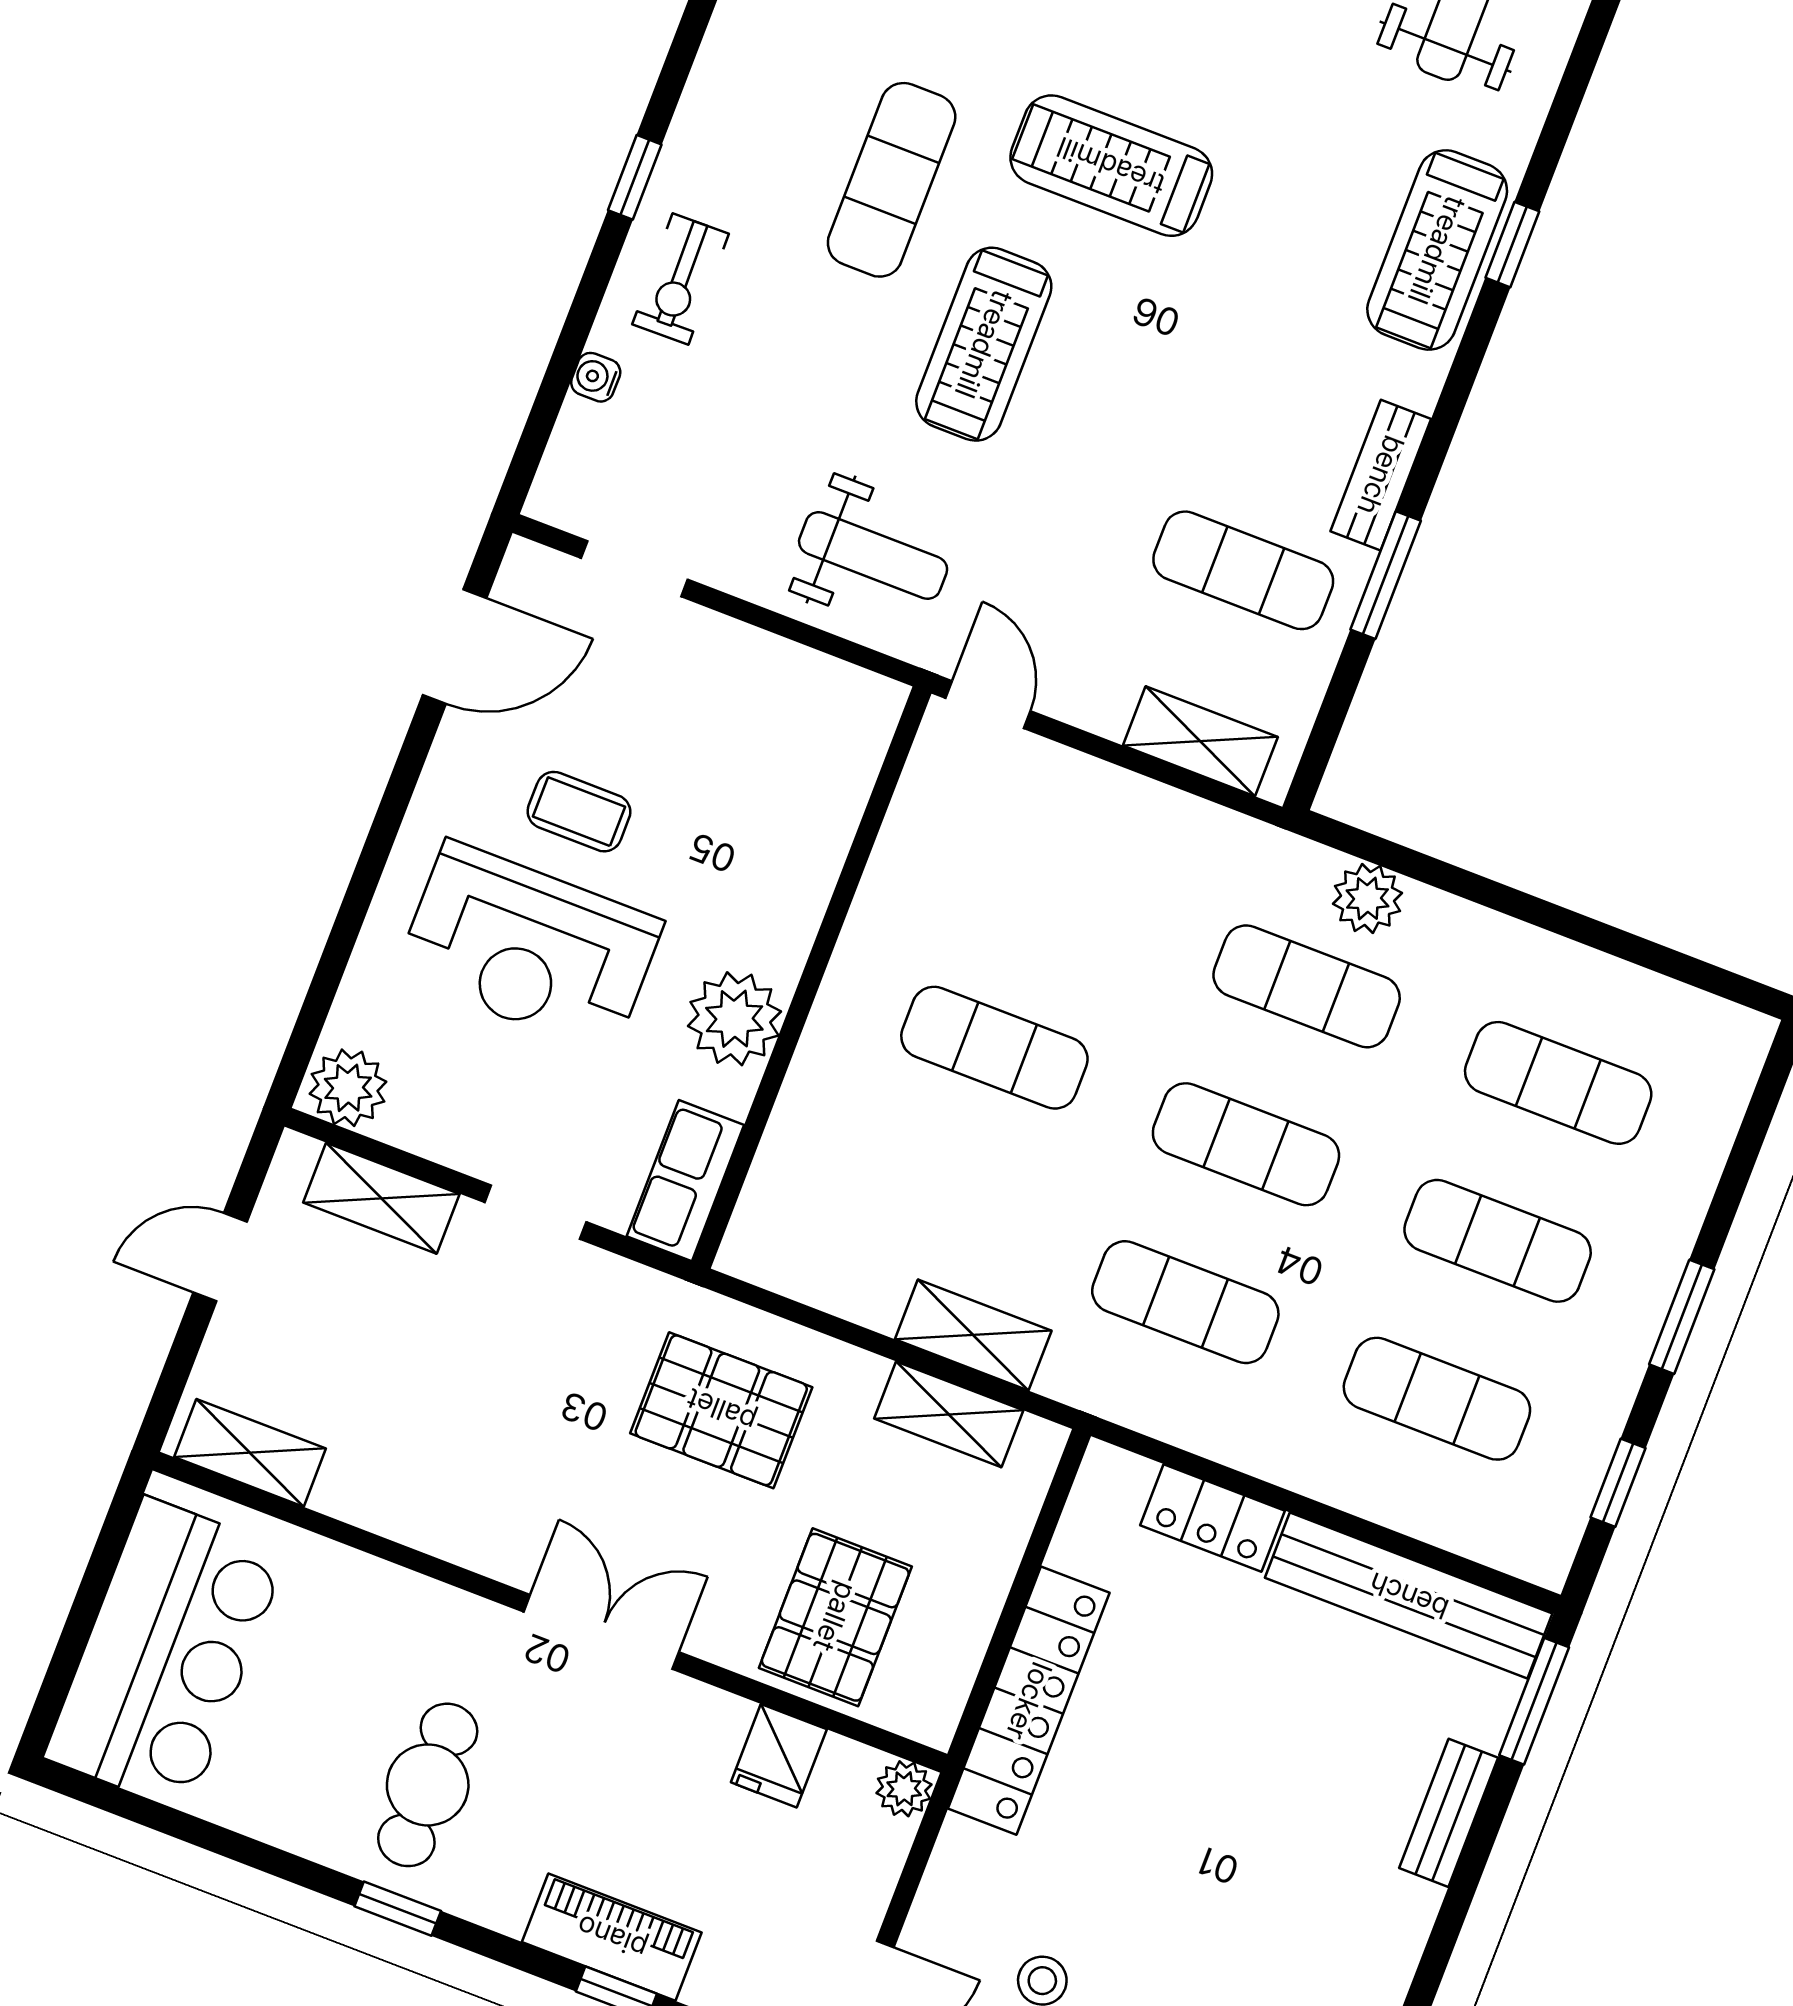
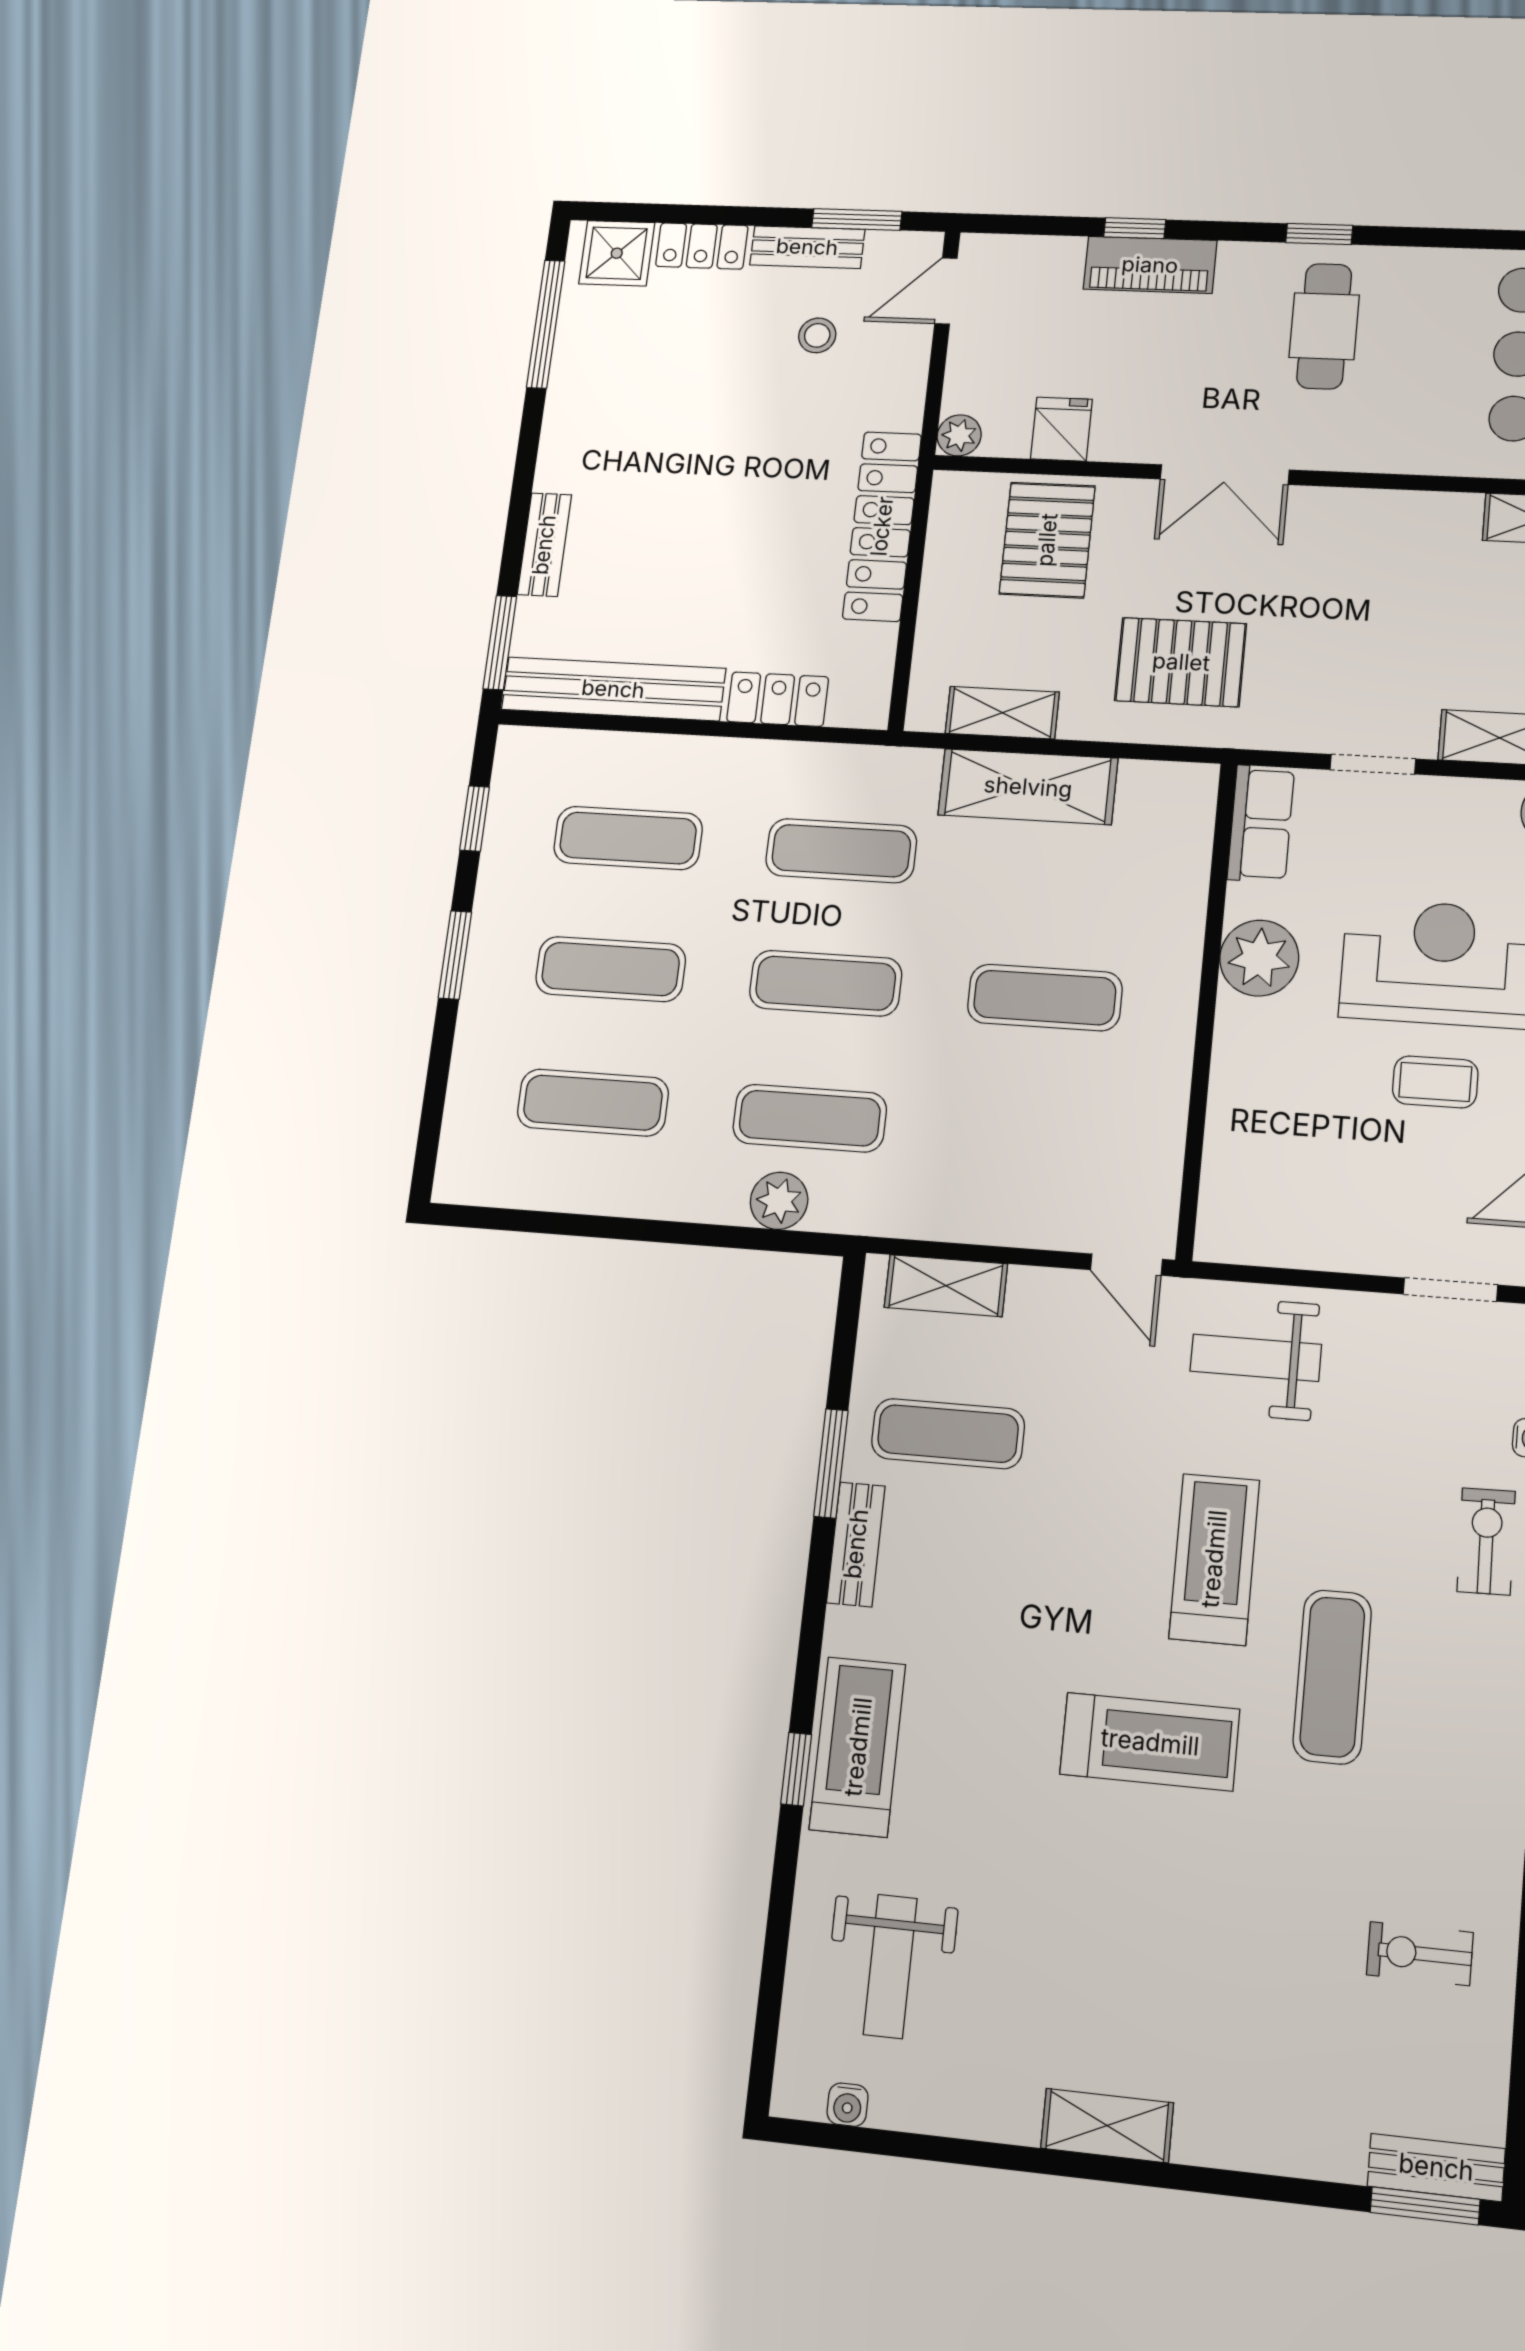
shelving: (973, 1335) -> (1028, 787), width x1.50, depth x1.33

